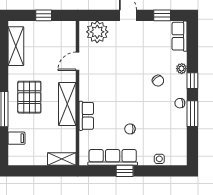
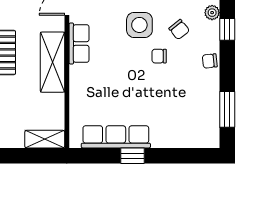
window: (192, 114) -> (227, 109), moved
row of seats: (86, 116) -> (79, 44), moved
chair: (130, 129) -> (159, 56), moved
side table: (159, 159) -> (139, 25), moved, width x1.87, depth x1.87

